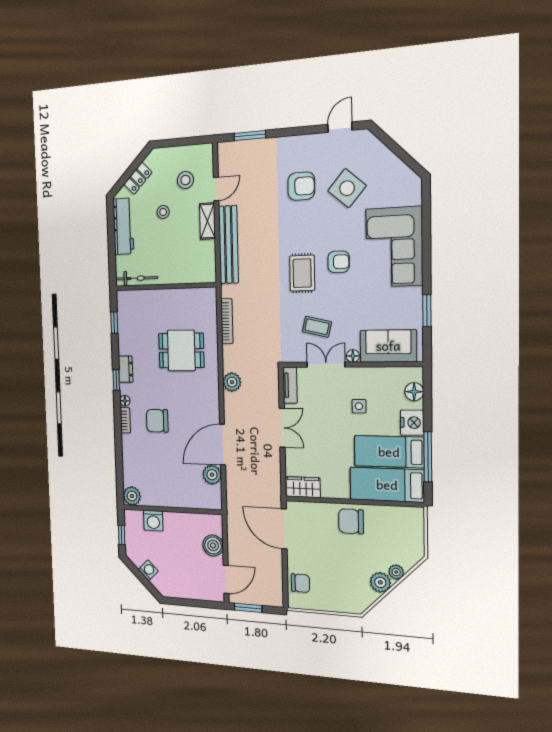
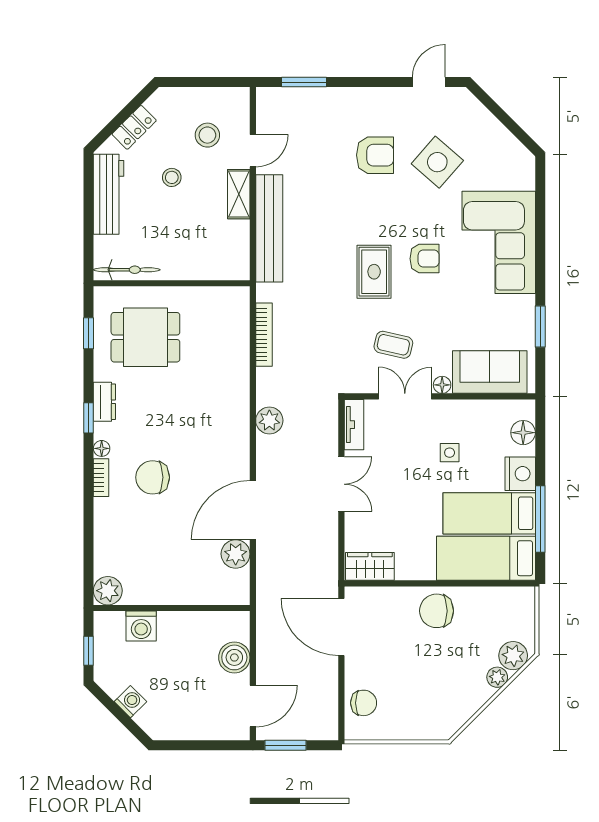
dining table: (181, 350) -> (145, 337), moved
plant: (380, 582) -> (513, 656), moved

